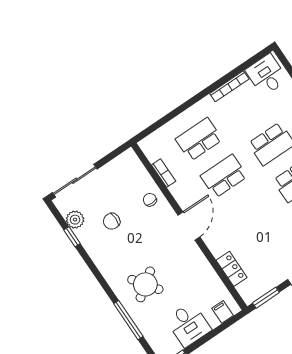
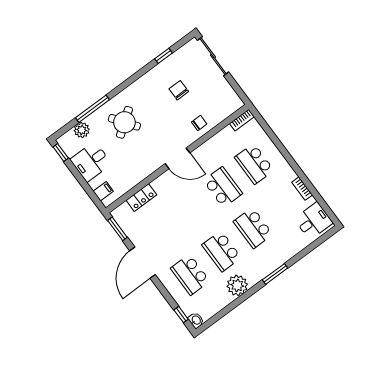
bookcase: (229, 86) -> (302, 189), width x0.64
school desk: (199, 139) -> (254, 164), turned 180
bookcase: (164, 173) -> (242, 120), moved
plant: (75, 220) -> (82, 130), moved

